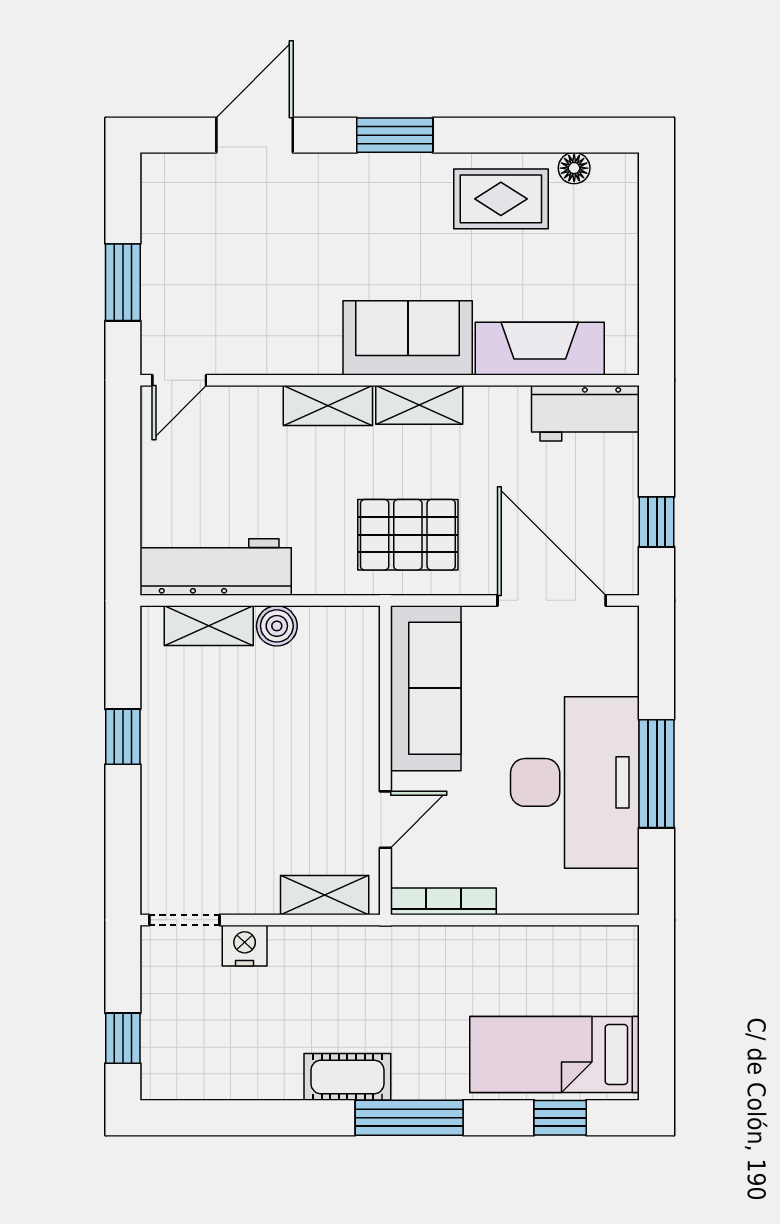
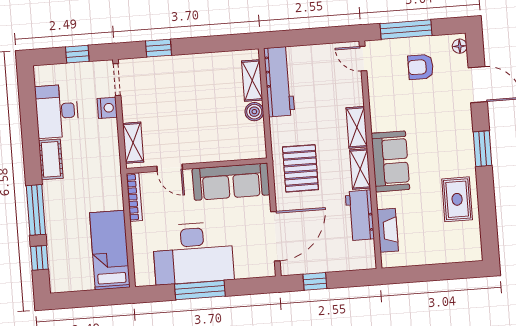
floor lamp: (574, 168) -> (460, 46), moved
armchair: (207, 257) -> (421, 67), added
window: (123, 282) -> (406, 29), width x1.44
fireplace: (540, 349) -> (388, 230), width x0.73, depth x0.76
workbench: (585, 413) -> (360, 215), moved
window: (123, 737) -> (158, 48), moved
window: (123, 1038) -> (77, 54), moved
bed: (555, 1054) -> (110, 250), moved
desk: (244, 1056) -> (57, 111), added
window: (409, 1118) -> (36, 210), moved

